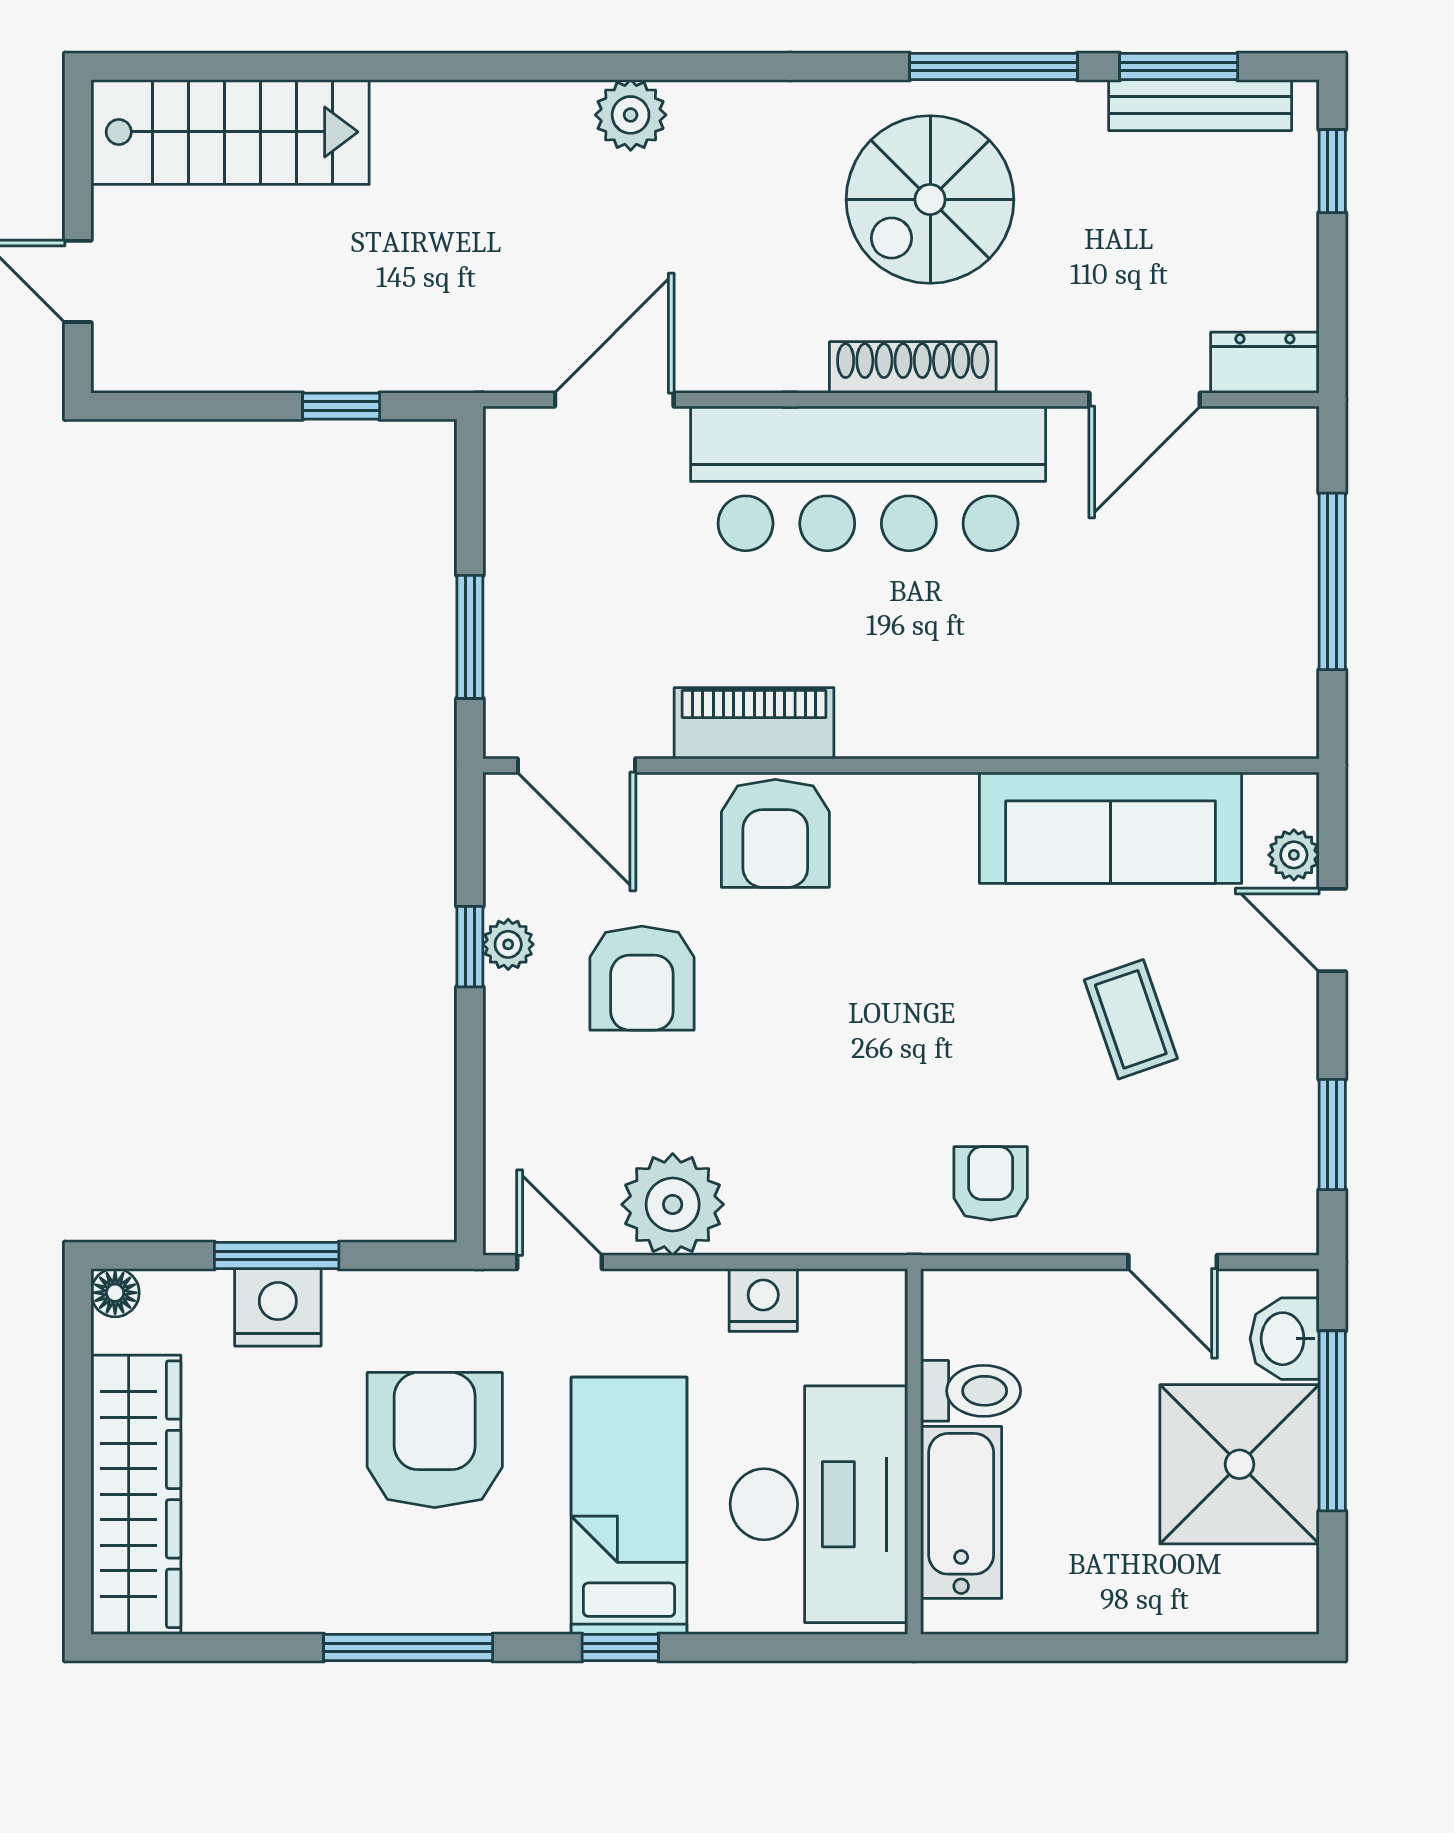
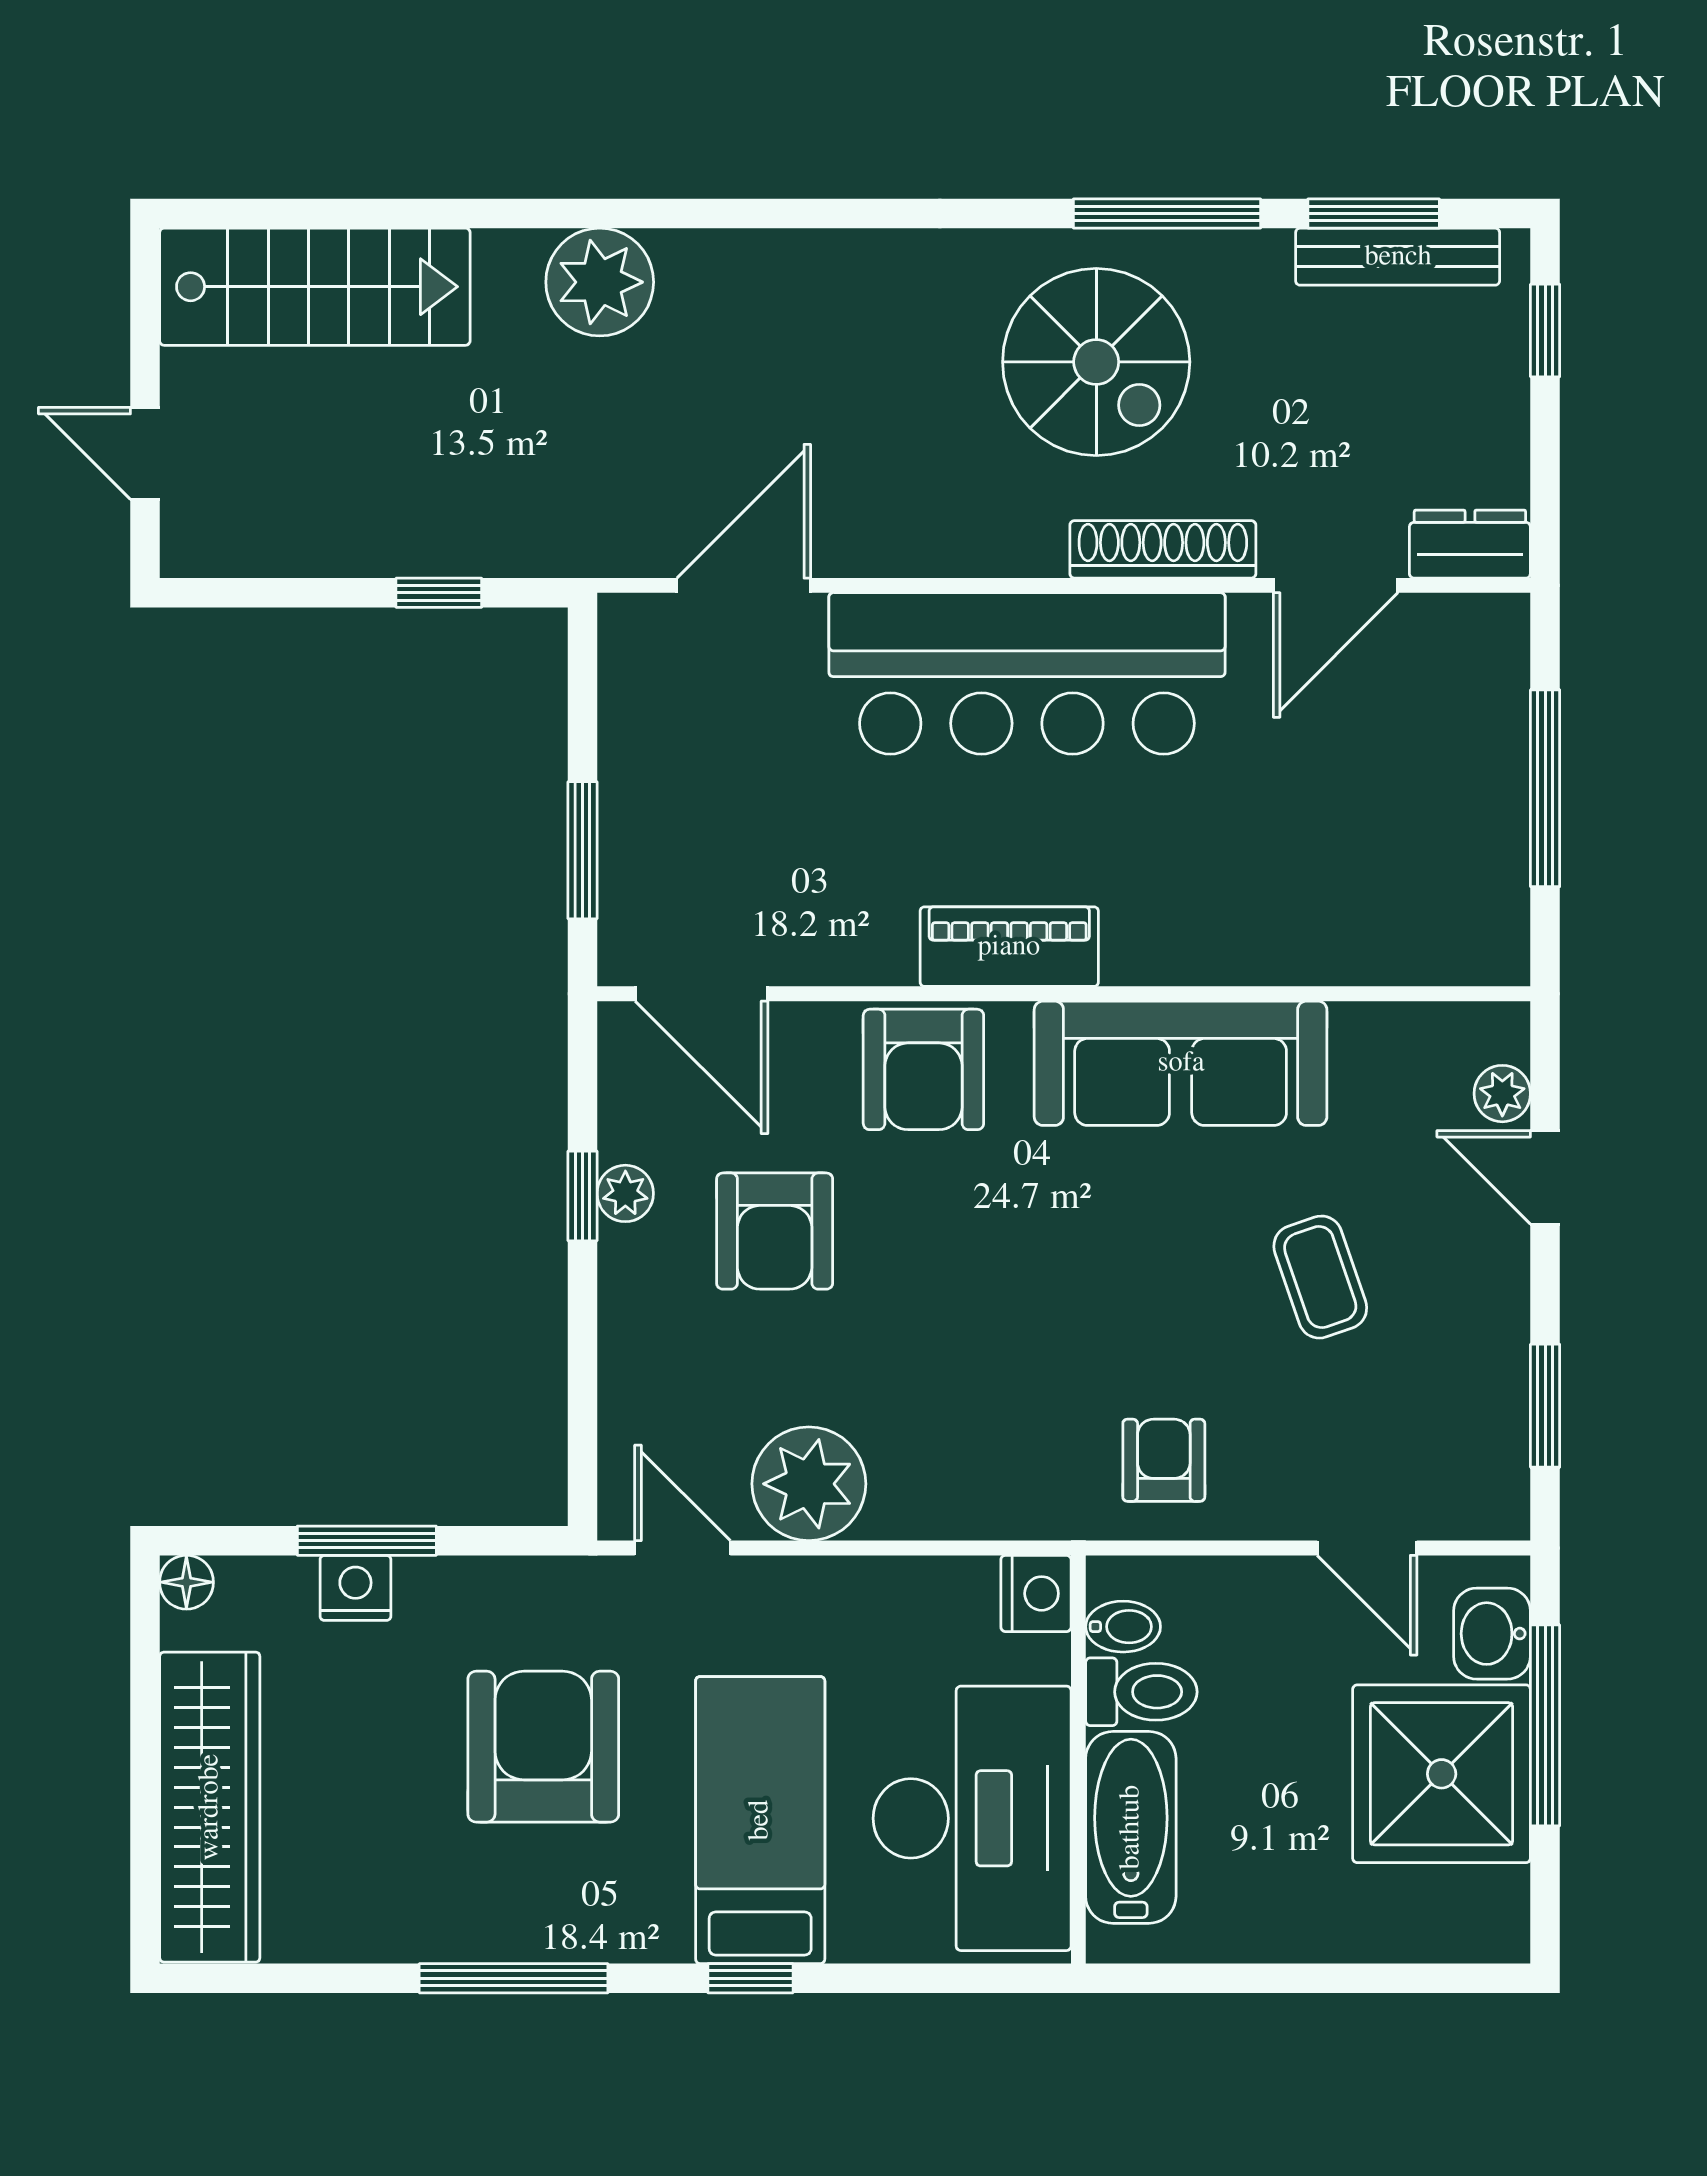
plant: (631, 115) -> (600, 282), moved, width x1.36, depth x1.36
spiral stairs: (930, 199) -> (1096, 362), turned -90
shoe rack: (913, 367) -> (1163, 549), moved
piano: (754, 723) -> (1009, 947), moved
sofa: (1111, 828) -> (1181, 1063), moved
nightstand: (763, 1300) -> (1036, 1593), moved, turned 90
nightstand: (278, 1307) -> (355, 1588), width x0.74, depth x0.75
bidet: (954, 1332) -> (1123, 1627), added

